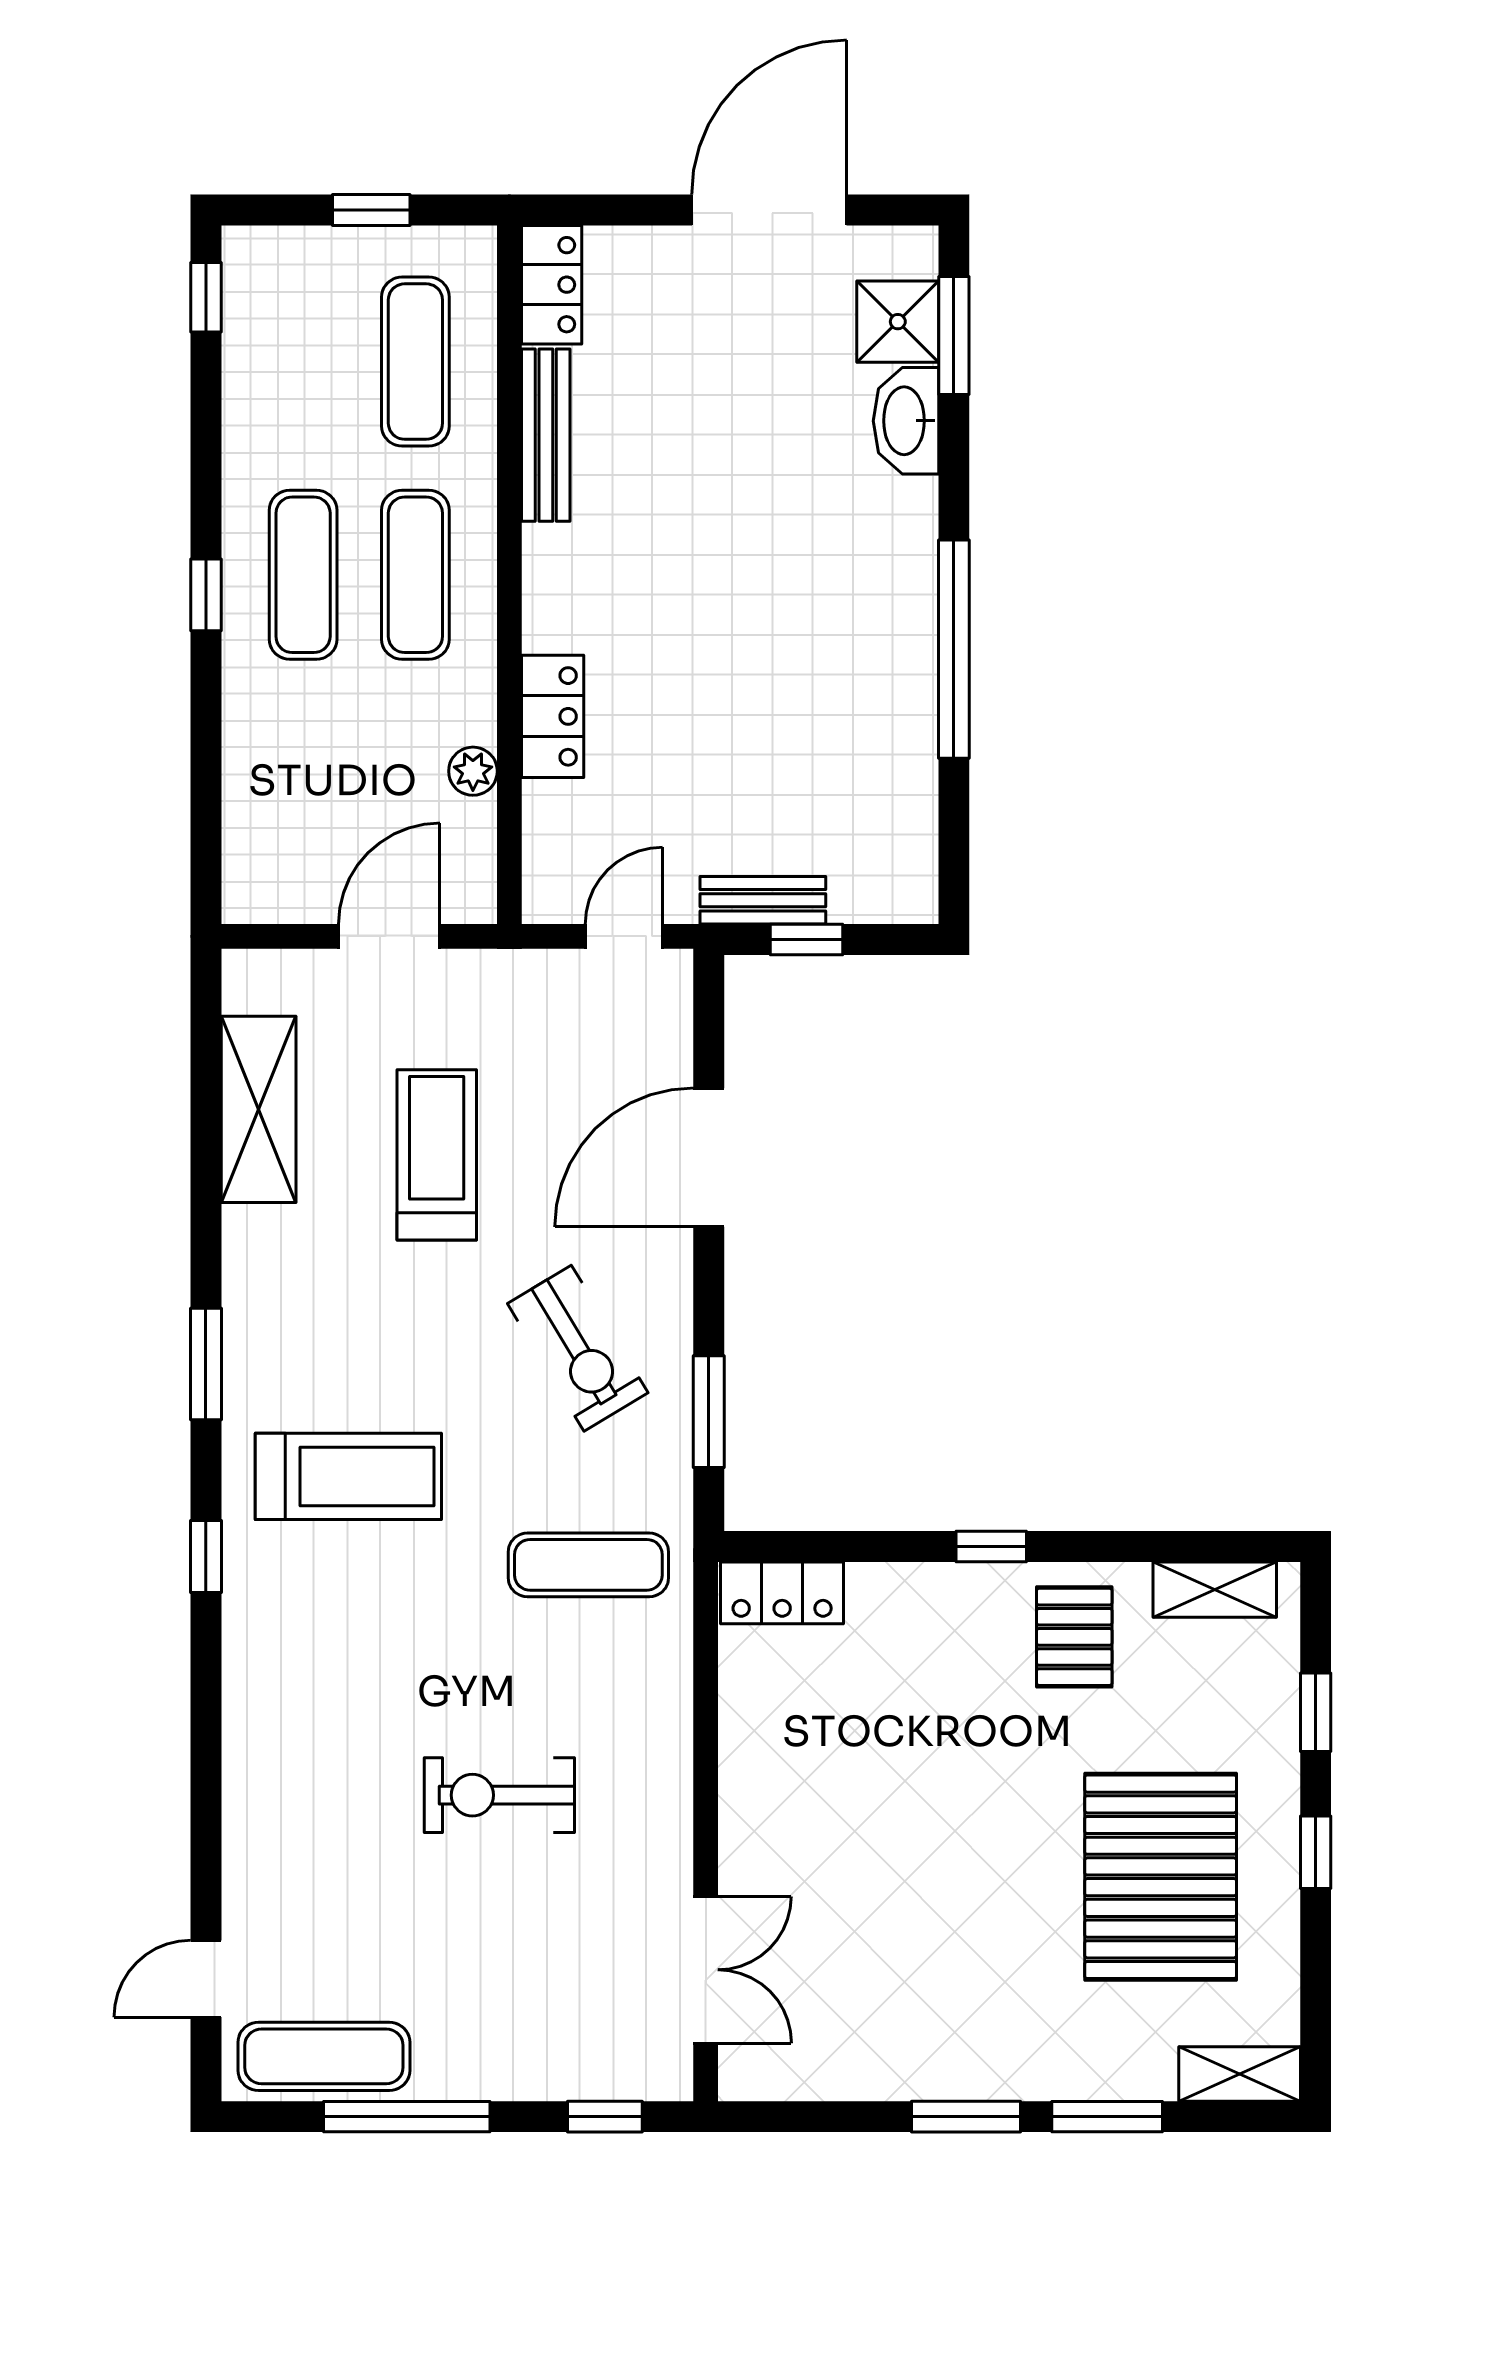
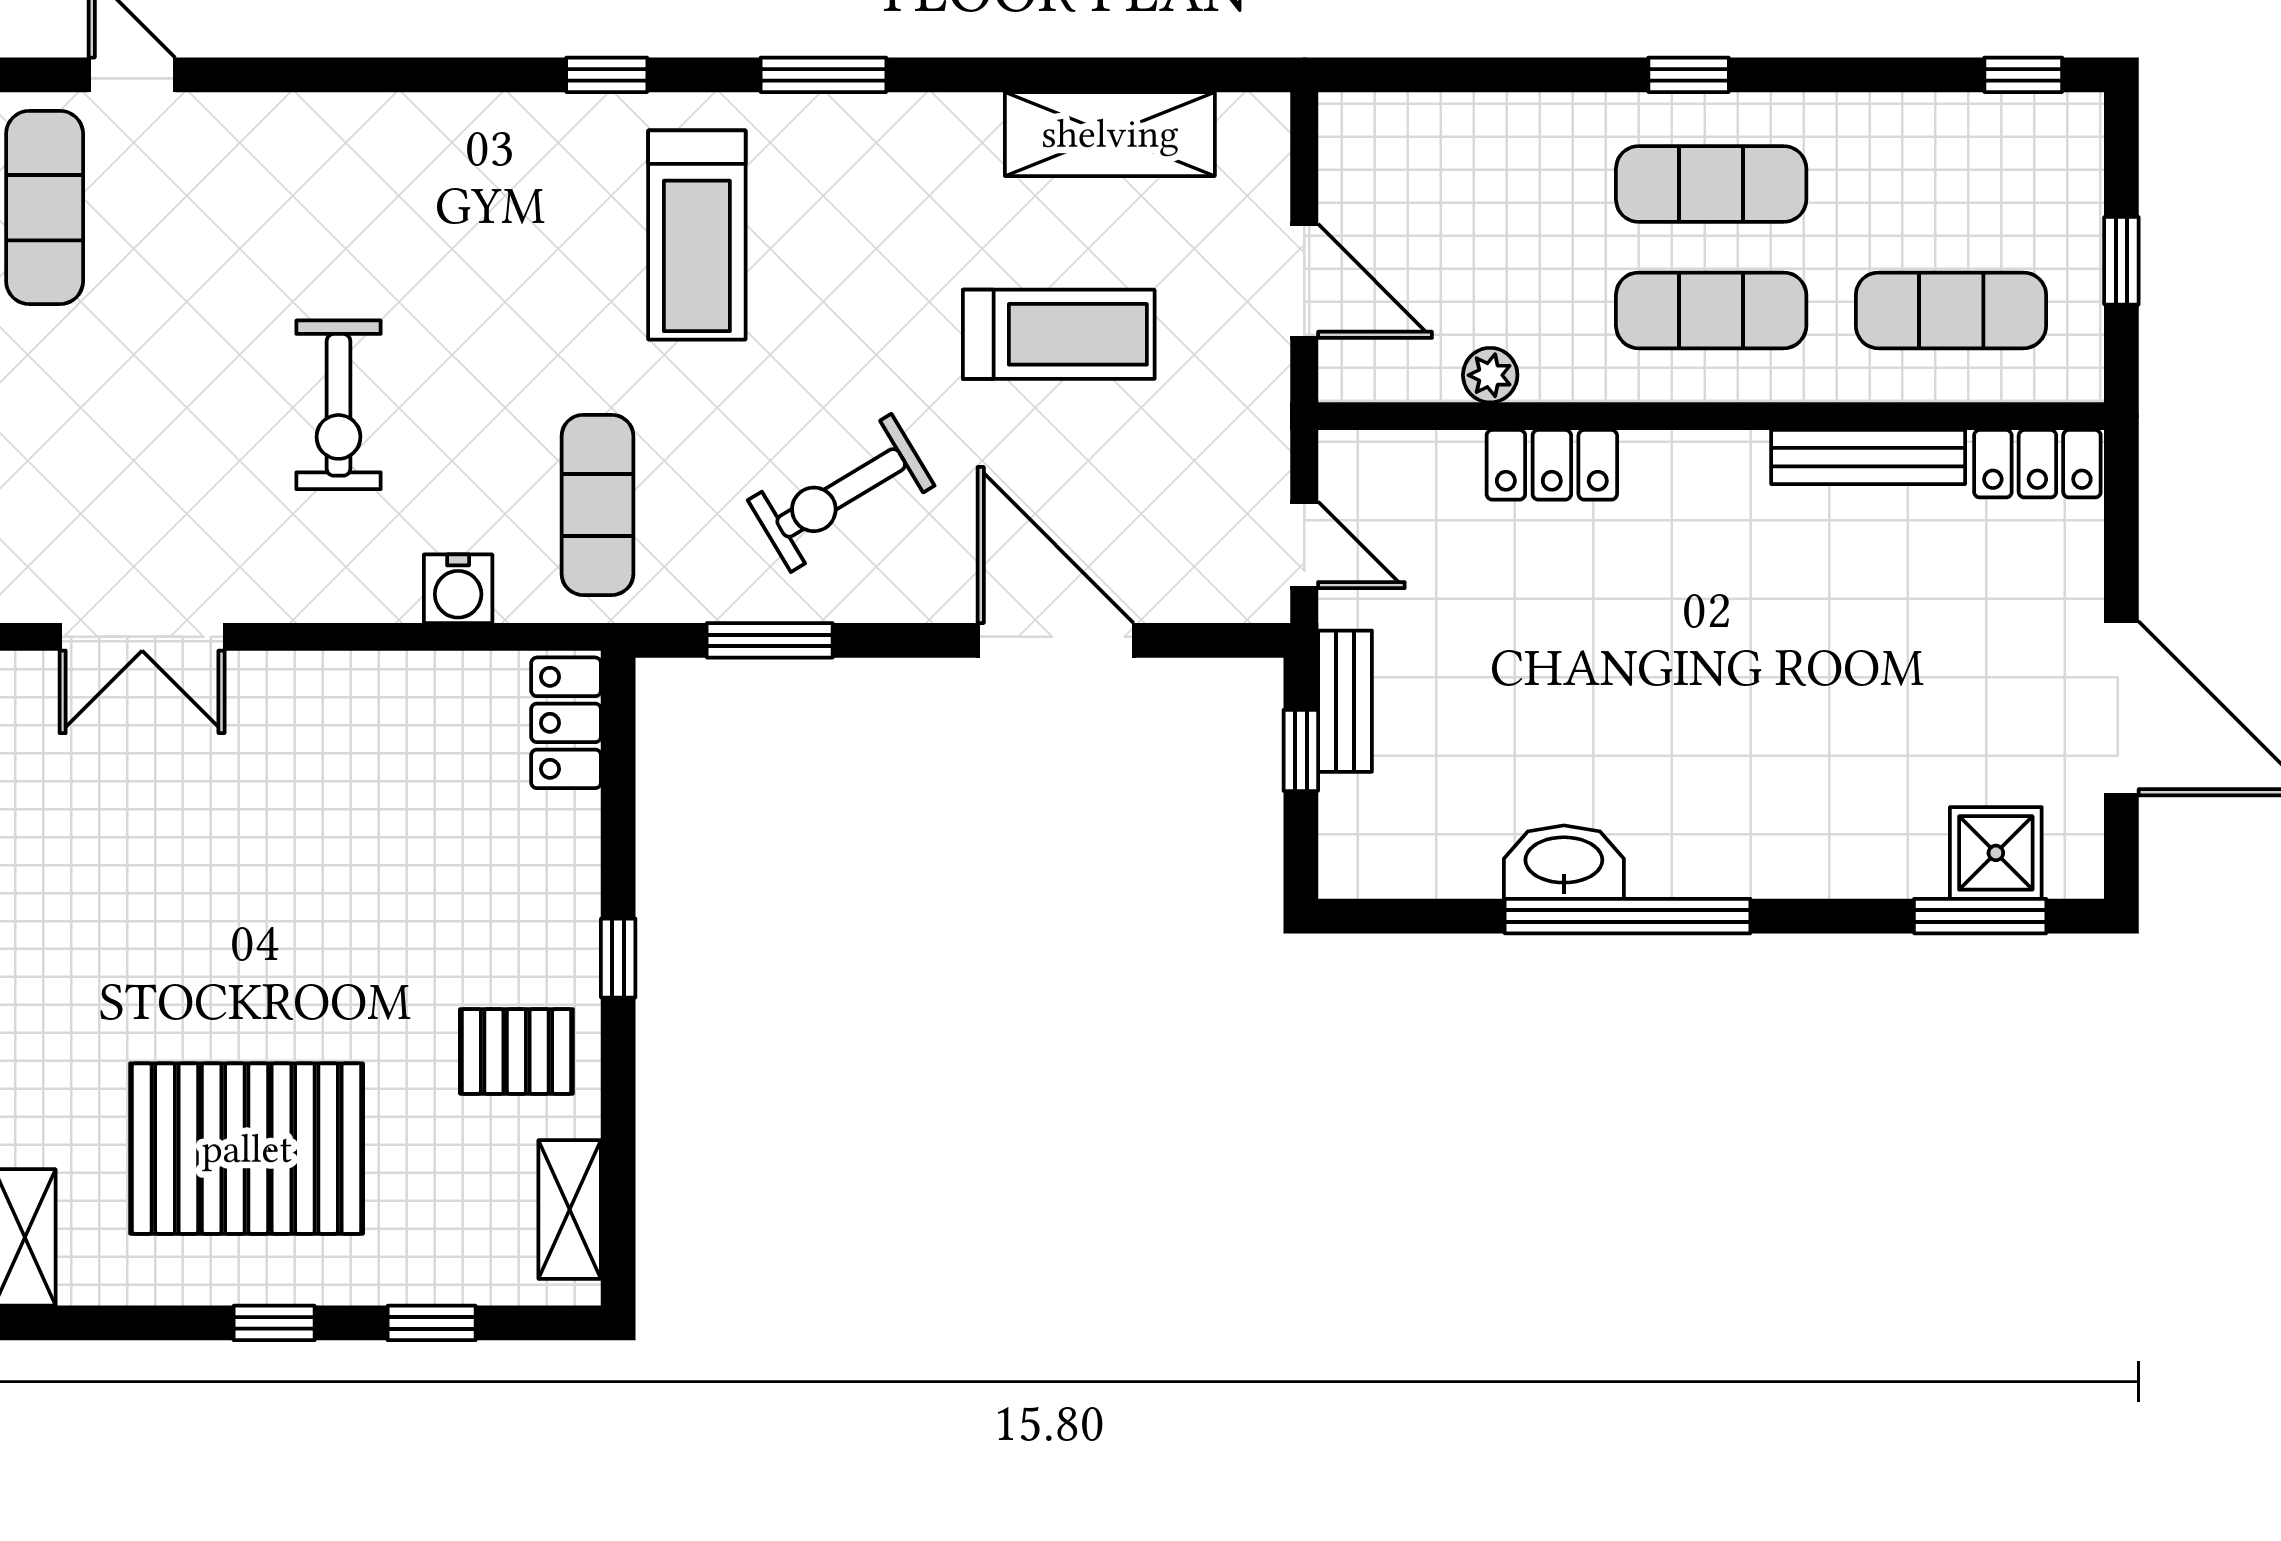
washbasin: (906, 421) -> (1564, 862), moved
water cooler: (663, 1689) -> (458, 589), added
exercise bike: (499, 1795) -> (338, 405), turned 180

